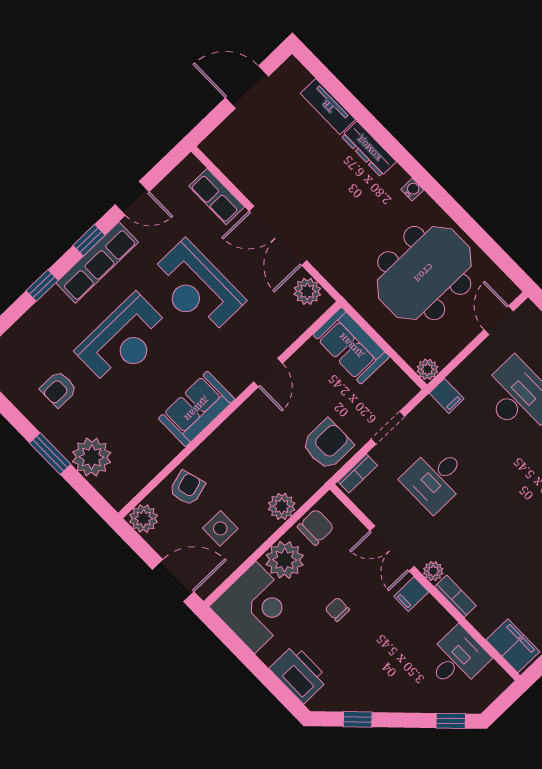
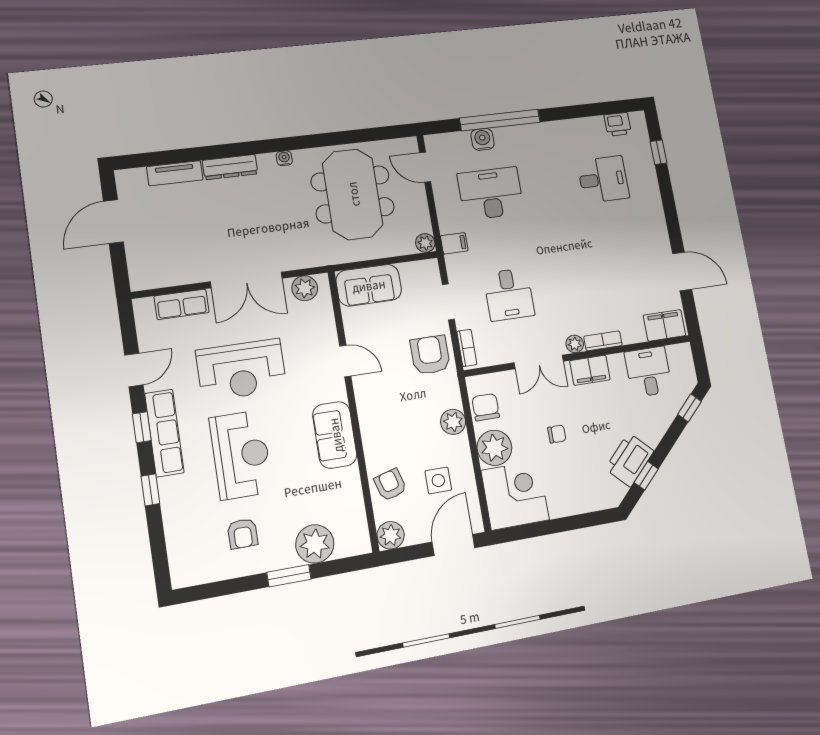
filing cabinet: (411, 594) -> (590, 370), width x2.00
chair: (337, 609) -> (557, 434), turned 180
printer: (299, 674) -> (630, 460), moved, turned -45

